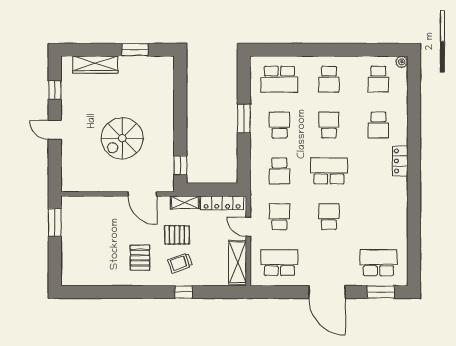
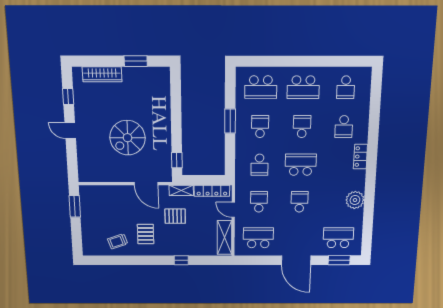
plant: (402, 62) -> (355, 200), moved, width x1.88, depth x1.88
school desk: (329, 79) -> (303, 87), width x1.85
trolley: (180, 263) -> (118, 241), moved

